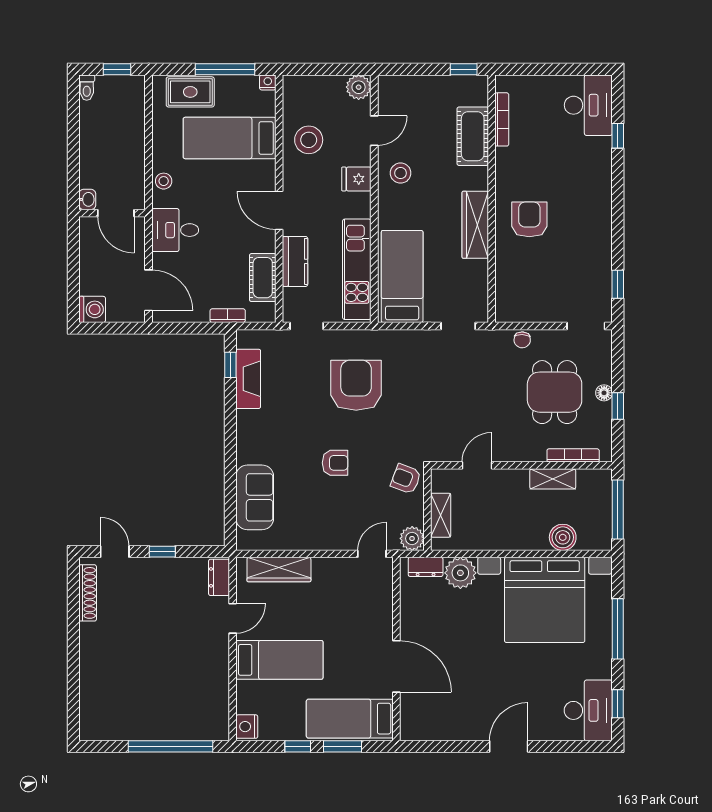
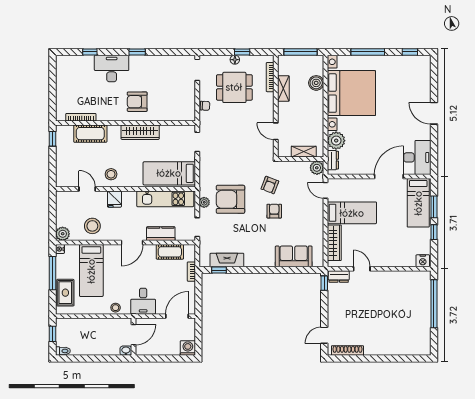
plant: (359, 87) -> (63, 234), moved
desk: (588, 105) -> (112, 68), moved
window: (618, 284) -> (137, 52), moved
plant: (351, 339) -> (204, 202), added
armchair: (406, 479) -> (270, 185), moved
window: (162, 552) -> (324, 283), moved
bed: (279, 660) -> (352, 213), moved, turned 90
desk: (588, 710) -> (417, 157), moved, turned 90

